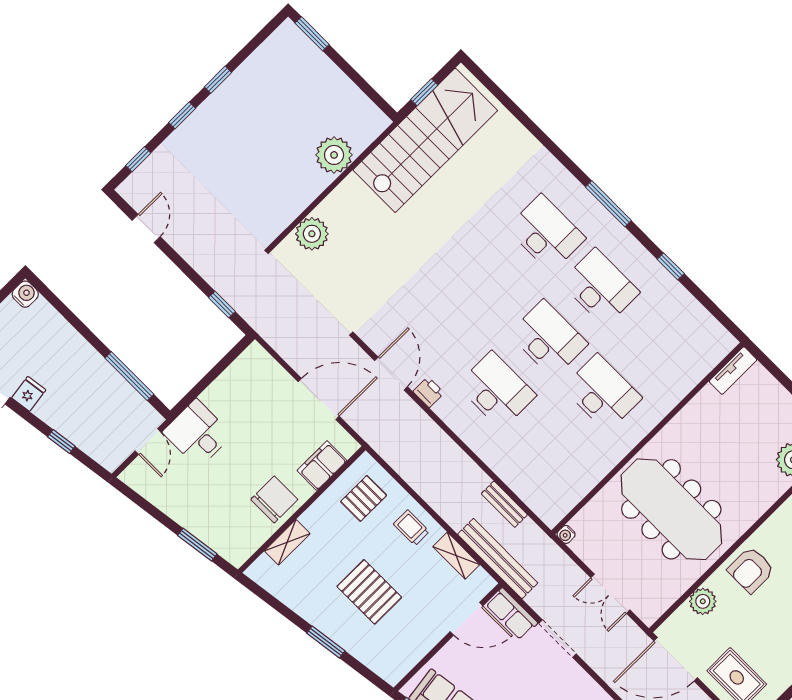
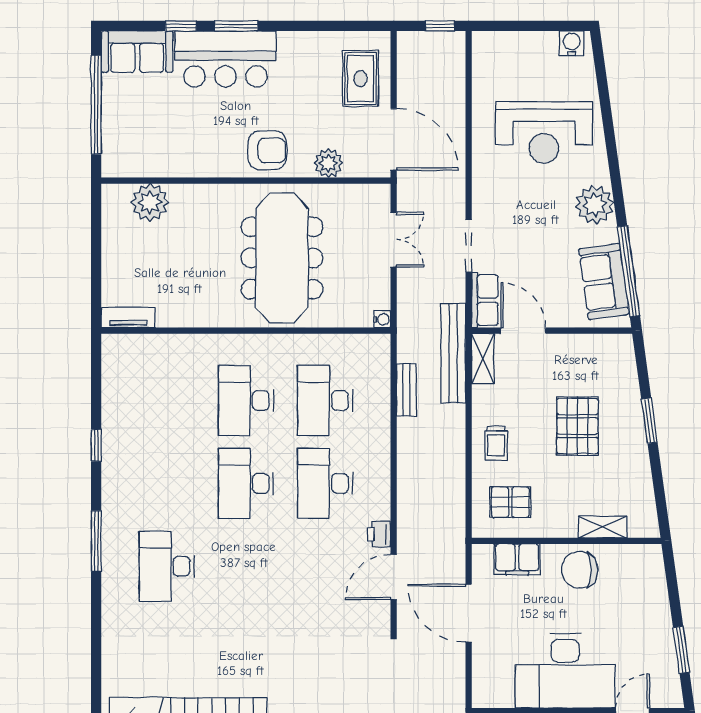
desk: (600, 287) -> (325, 400), moved
desk: (197, 434) -> (565, 671), width x1.87, depth x1.30
window: (197, 545) -> (681, 650), moved
shelving: (456, 556) -> (483, 359), moved

